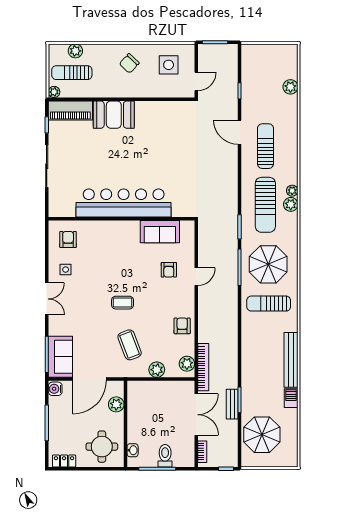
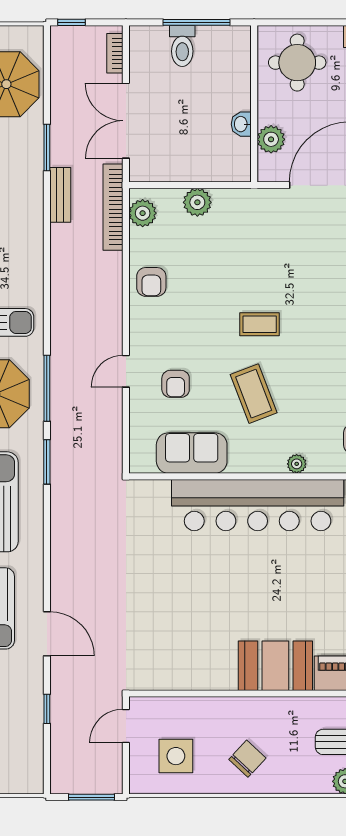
plant: (102, 226) -> (297, 464), added
armchair: (169, 270) -> (176, 384), turned 180
coffee table: (130, 345) -> (254, 394), moved
bench: (232, 404) -> (60, 195), moved
washbasin: (133, 450) -> (241, 124), moved

